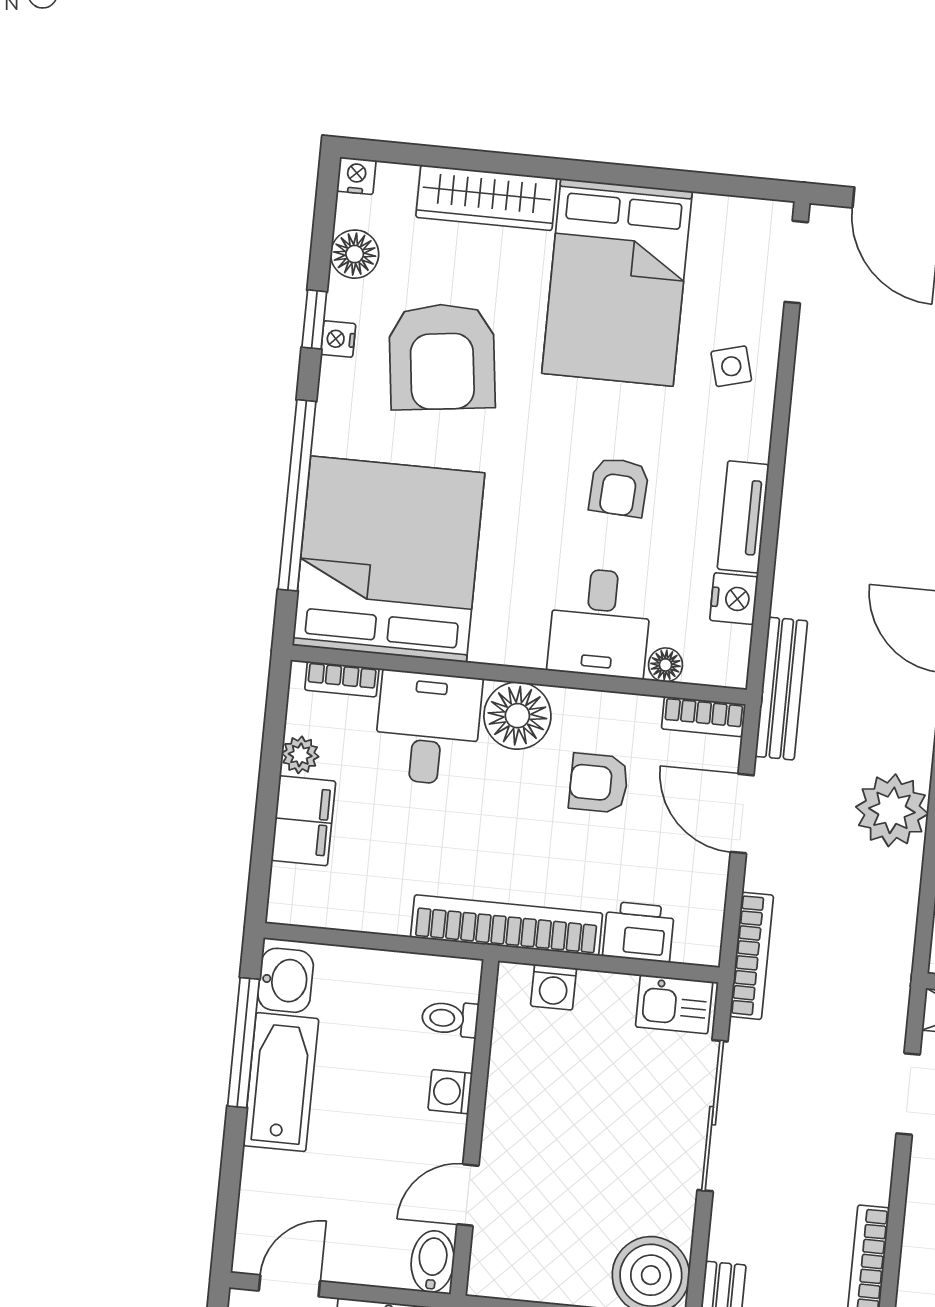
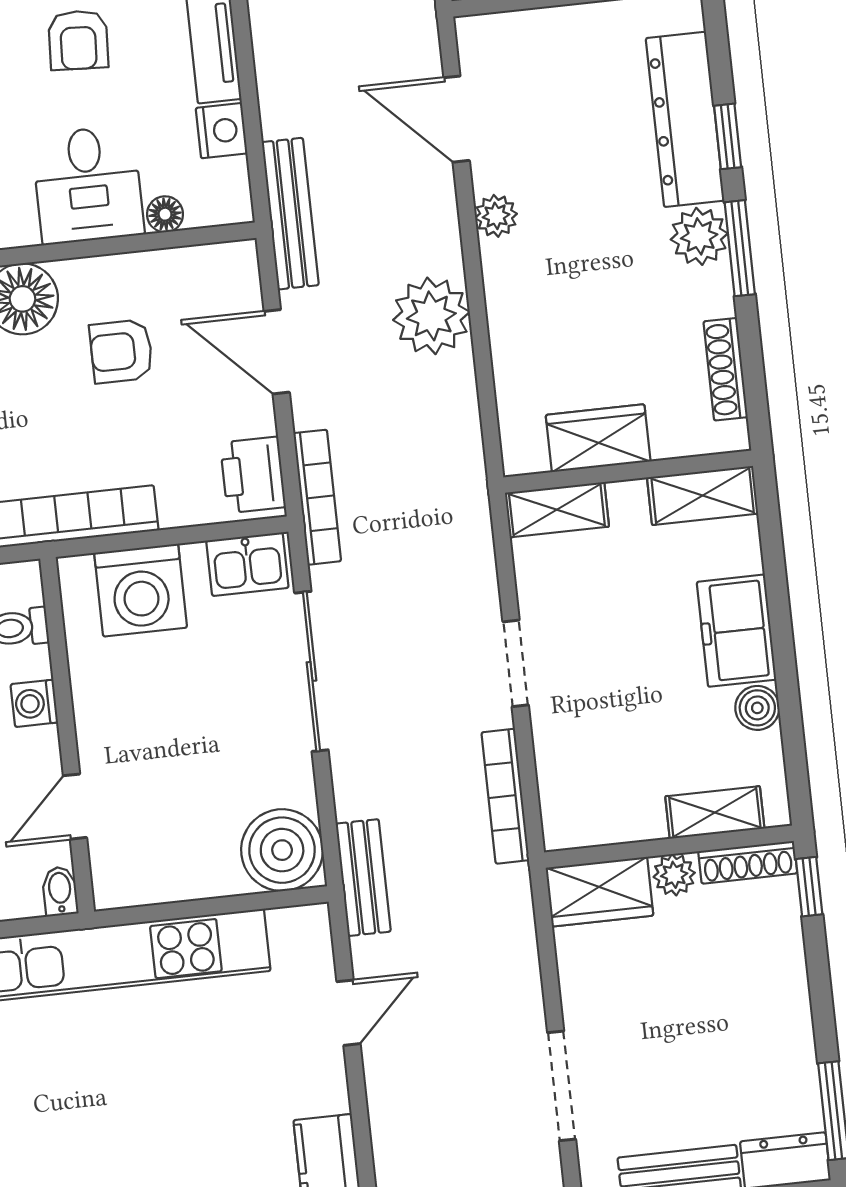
bookcase: (703, 717) -> (216, 260), removed
printer: (639, 932) -> (253, 475), moved, turned -90
washing machine: (553, 987) -> (141, 590), width x1.89, depth x1.89
doorway: (908, 1094) -> (516, 663), moved
bidet: (433, 1262) -> (60, 891), width x0.72, depth x0.74

